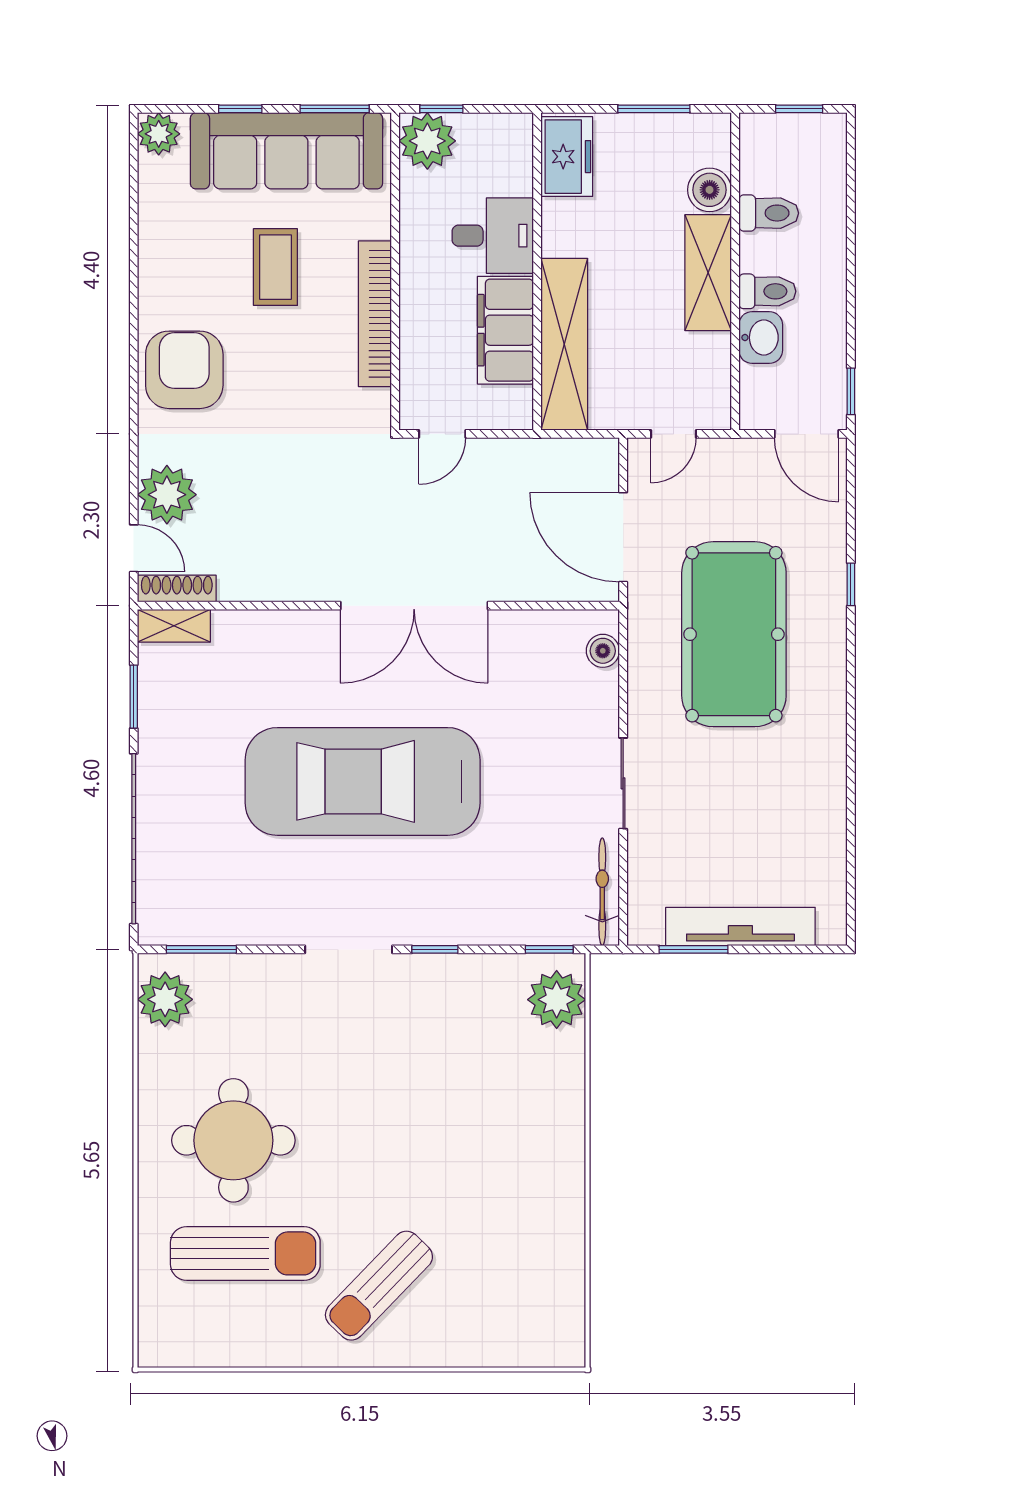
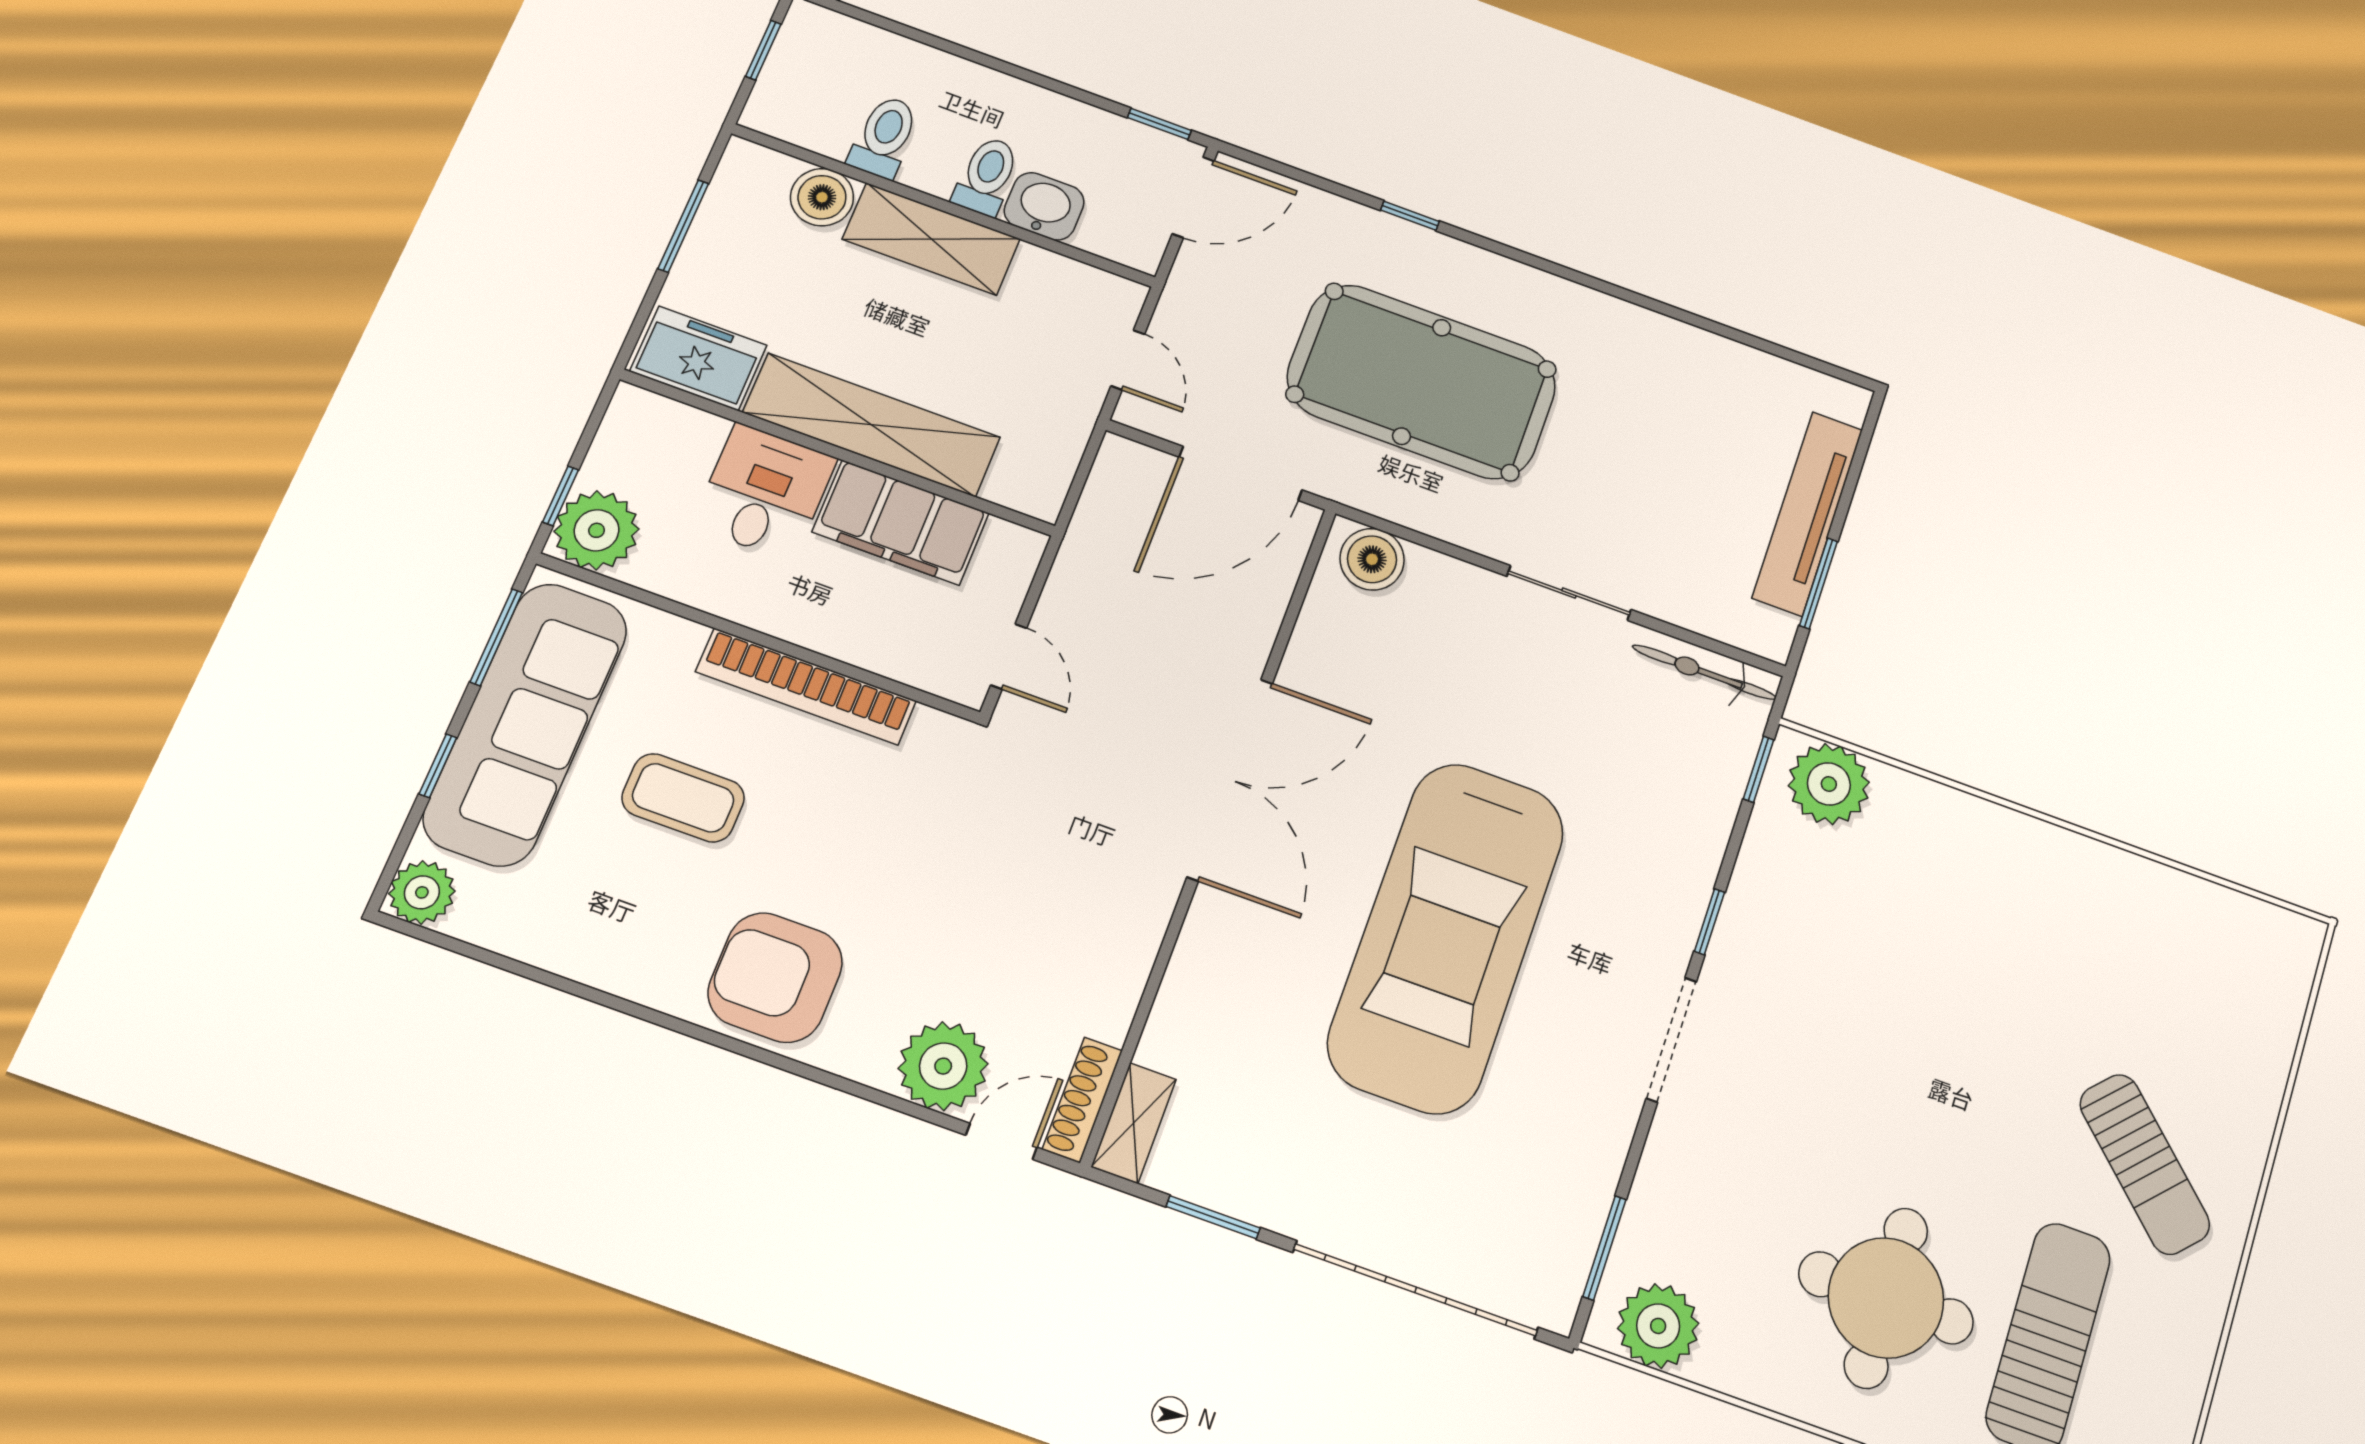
shelving: (564, 344) -> (872, 425), moved
boiler: (603, 651) -> (1372, 559), width x1.36, depth x1.36

